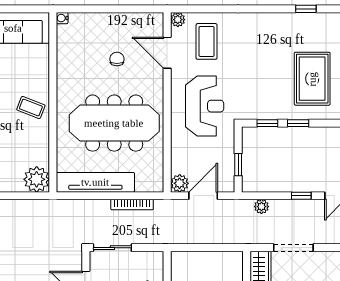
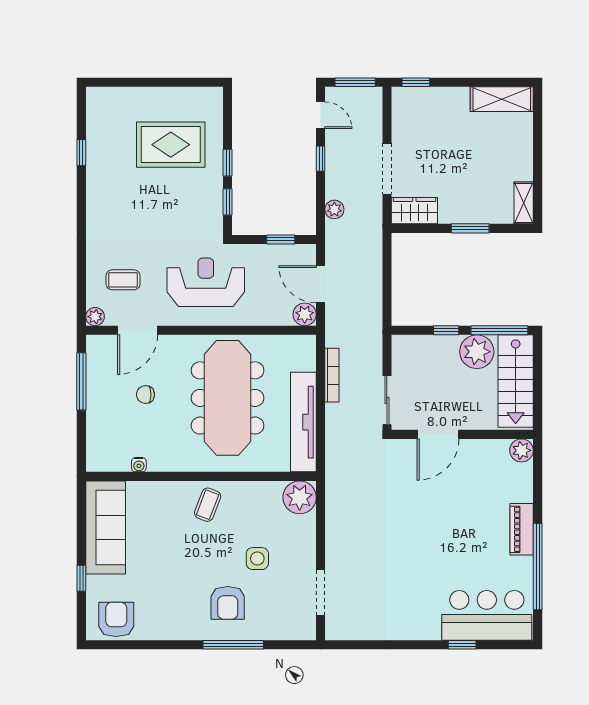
window: (127, 9) -> (81, 381), added
water cooler: (62, 18) -> (139, 465), moved
coffee table: (207, 41) -> (123, 280), width x0.73, depth x0.77

